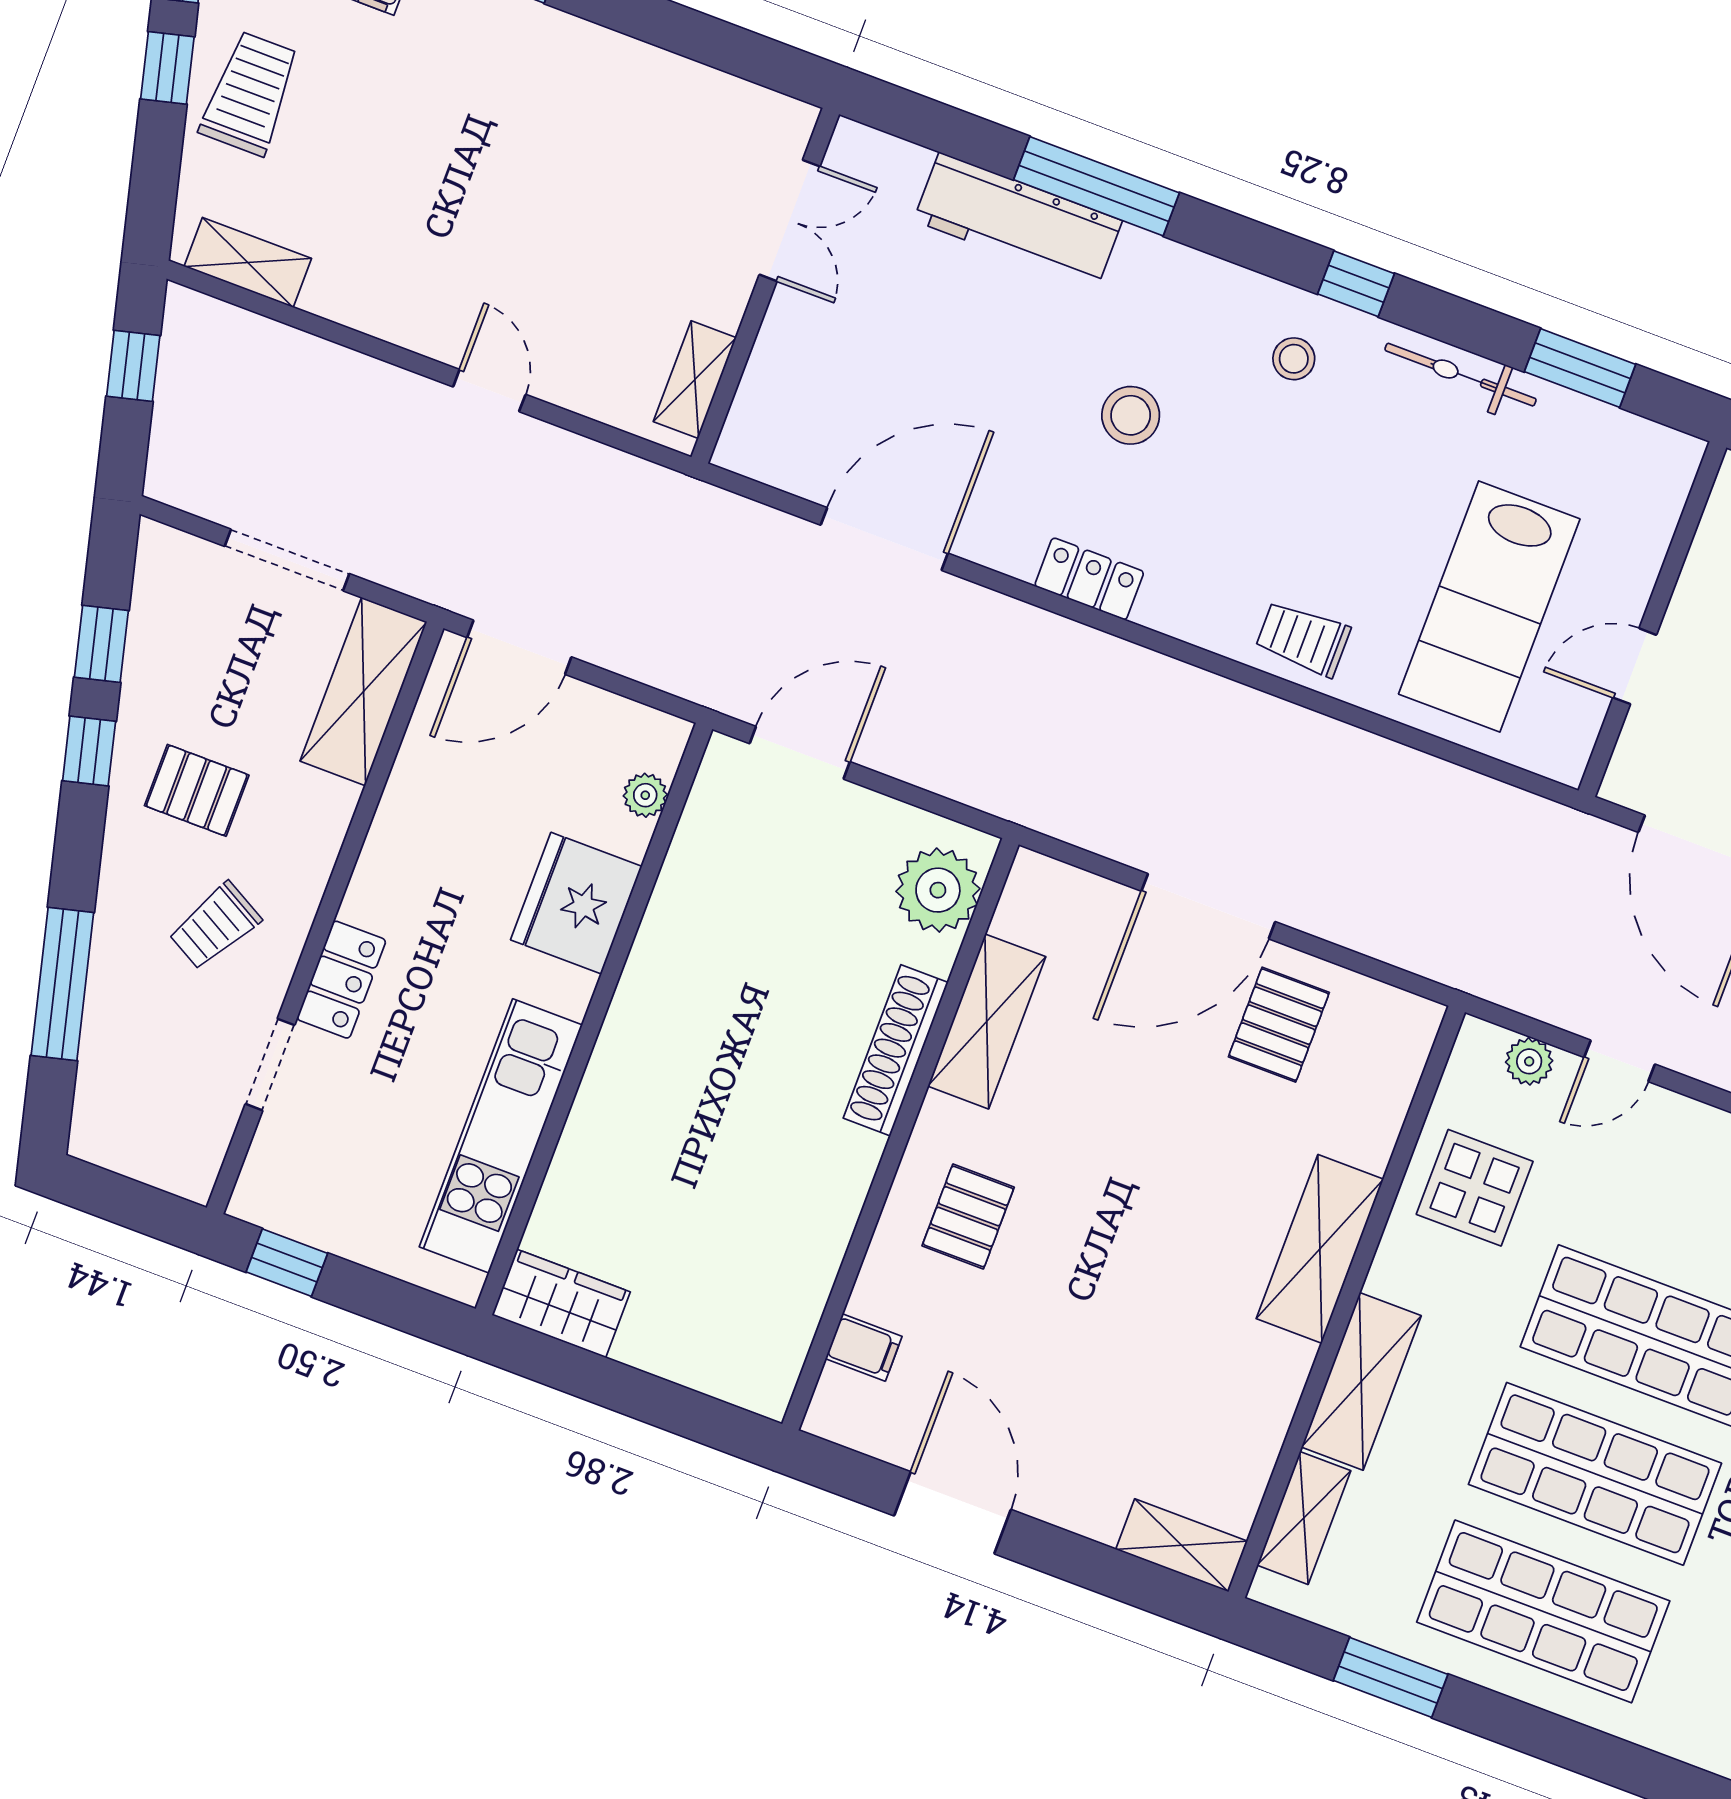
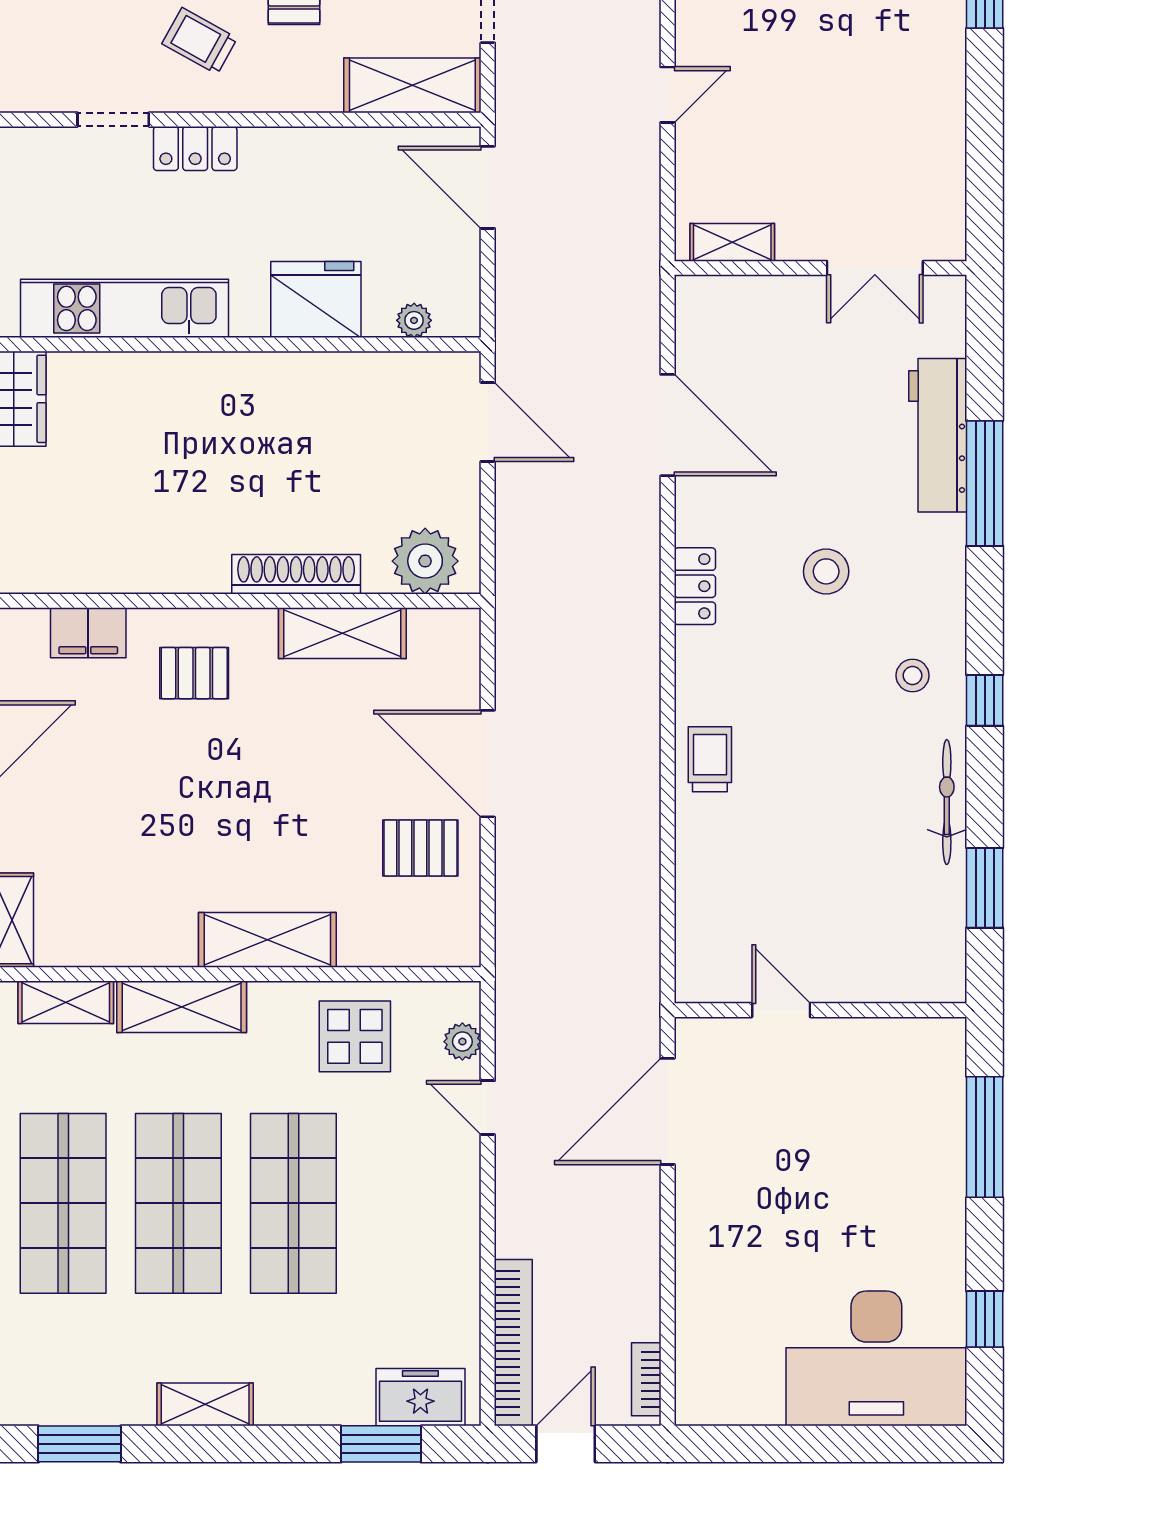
lab bench: (1489, 606) -> (785, 887), removed
filing cabinet: (864, 1347) -> (88, 633), width x2.00

